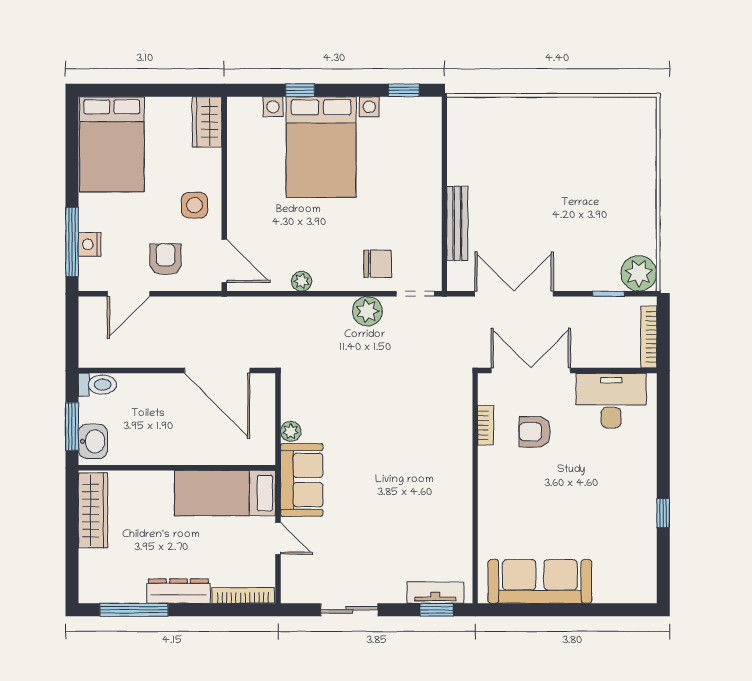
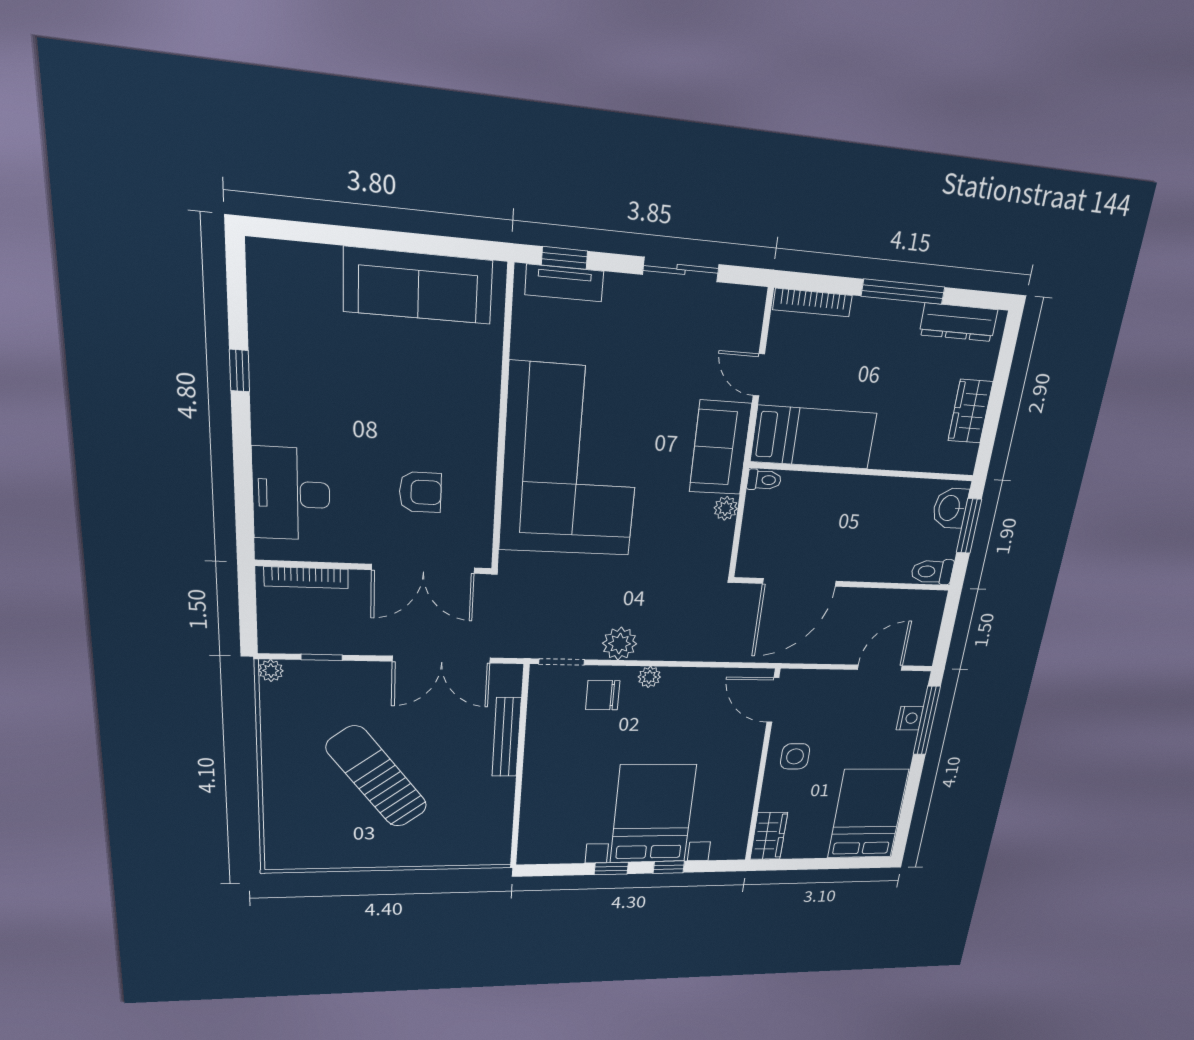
window: (404, 90) -> (611, 868), moved
sun lounger: (564, 186) -> (377, 777), added
armchair: (166, 259) -> (835, 702), removed
plant: (639, 273) -> (271, 671), width x0.53, depth x0.53
plant: (302, 281) -> (649, 677), moved
bookcase: (649, 337) -> (306, 578), moved, turned 90
door: (217, 371) -> (800, 582), swing flipped
desk: (611, 401) -> (291, 494), moved, turned 90
bookcase: (486, 425) -> (484, 504), removed
toilet: (262, 456) -> (764, 480), added
corner sofa: (420, 462) -> (571, 462), added
wardrobe: (93, 510) -> (970, 411), width x0.67
dresser: (178, 591) -> (959, 322), moved
window: (134, 610) -> (903, 292), moved

